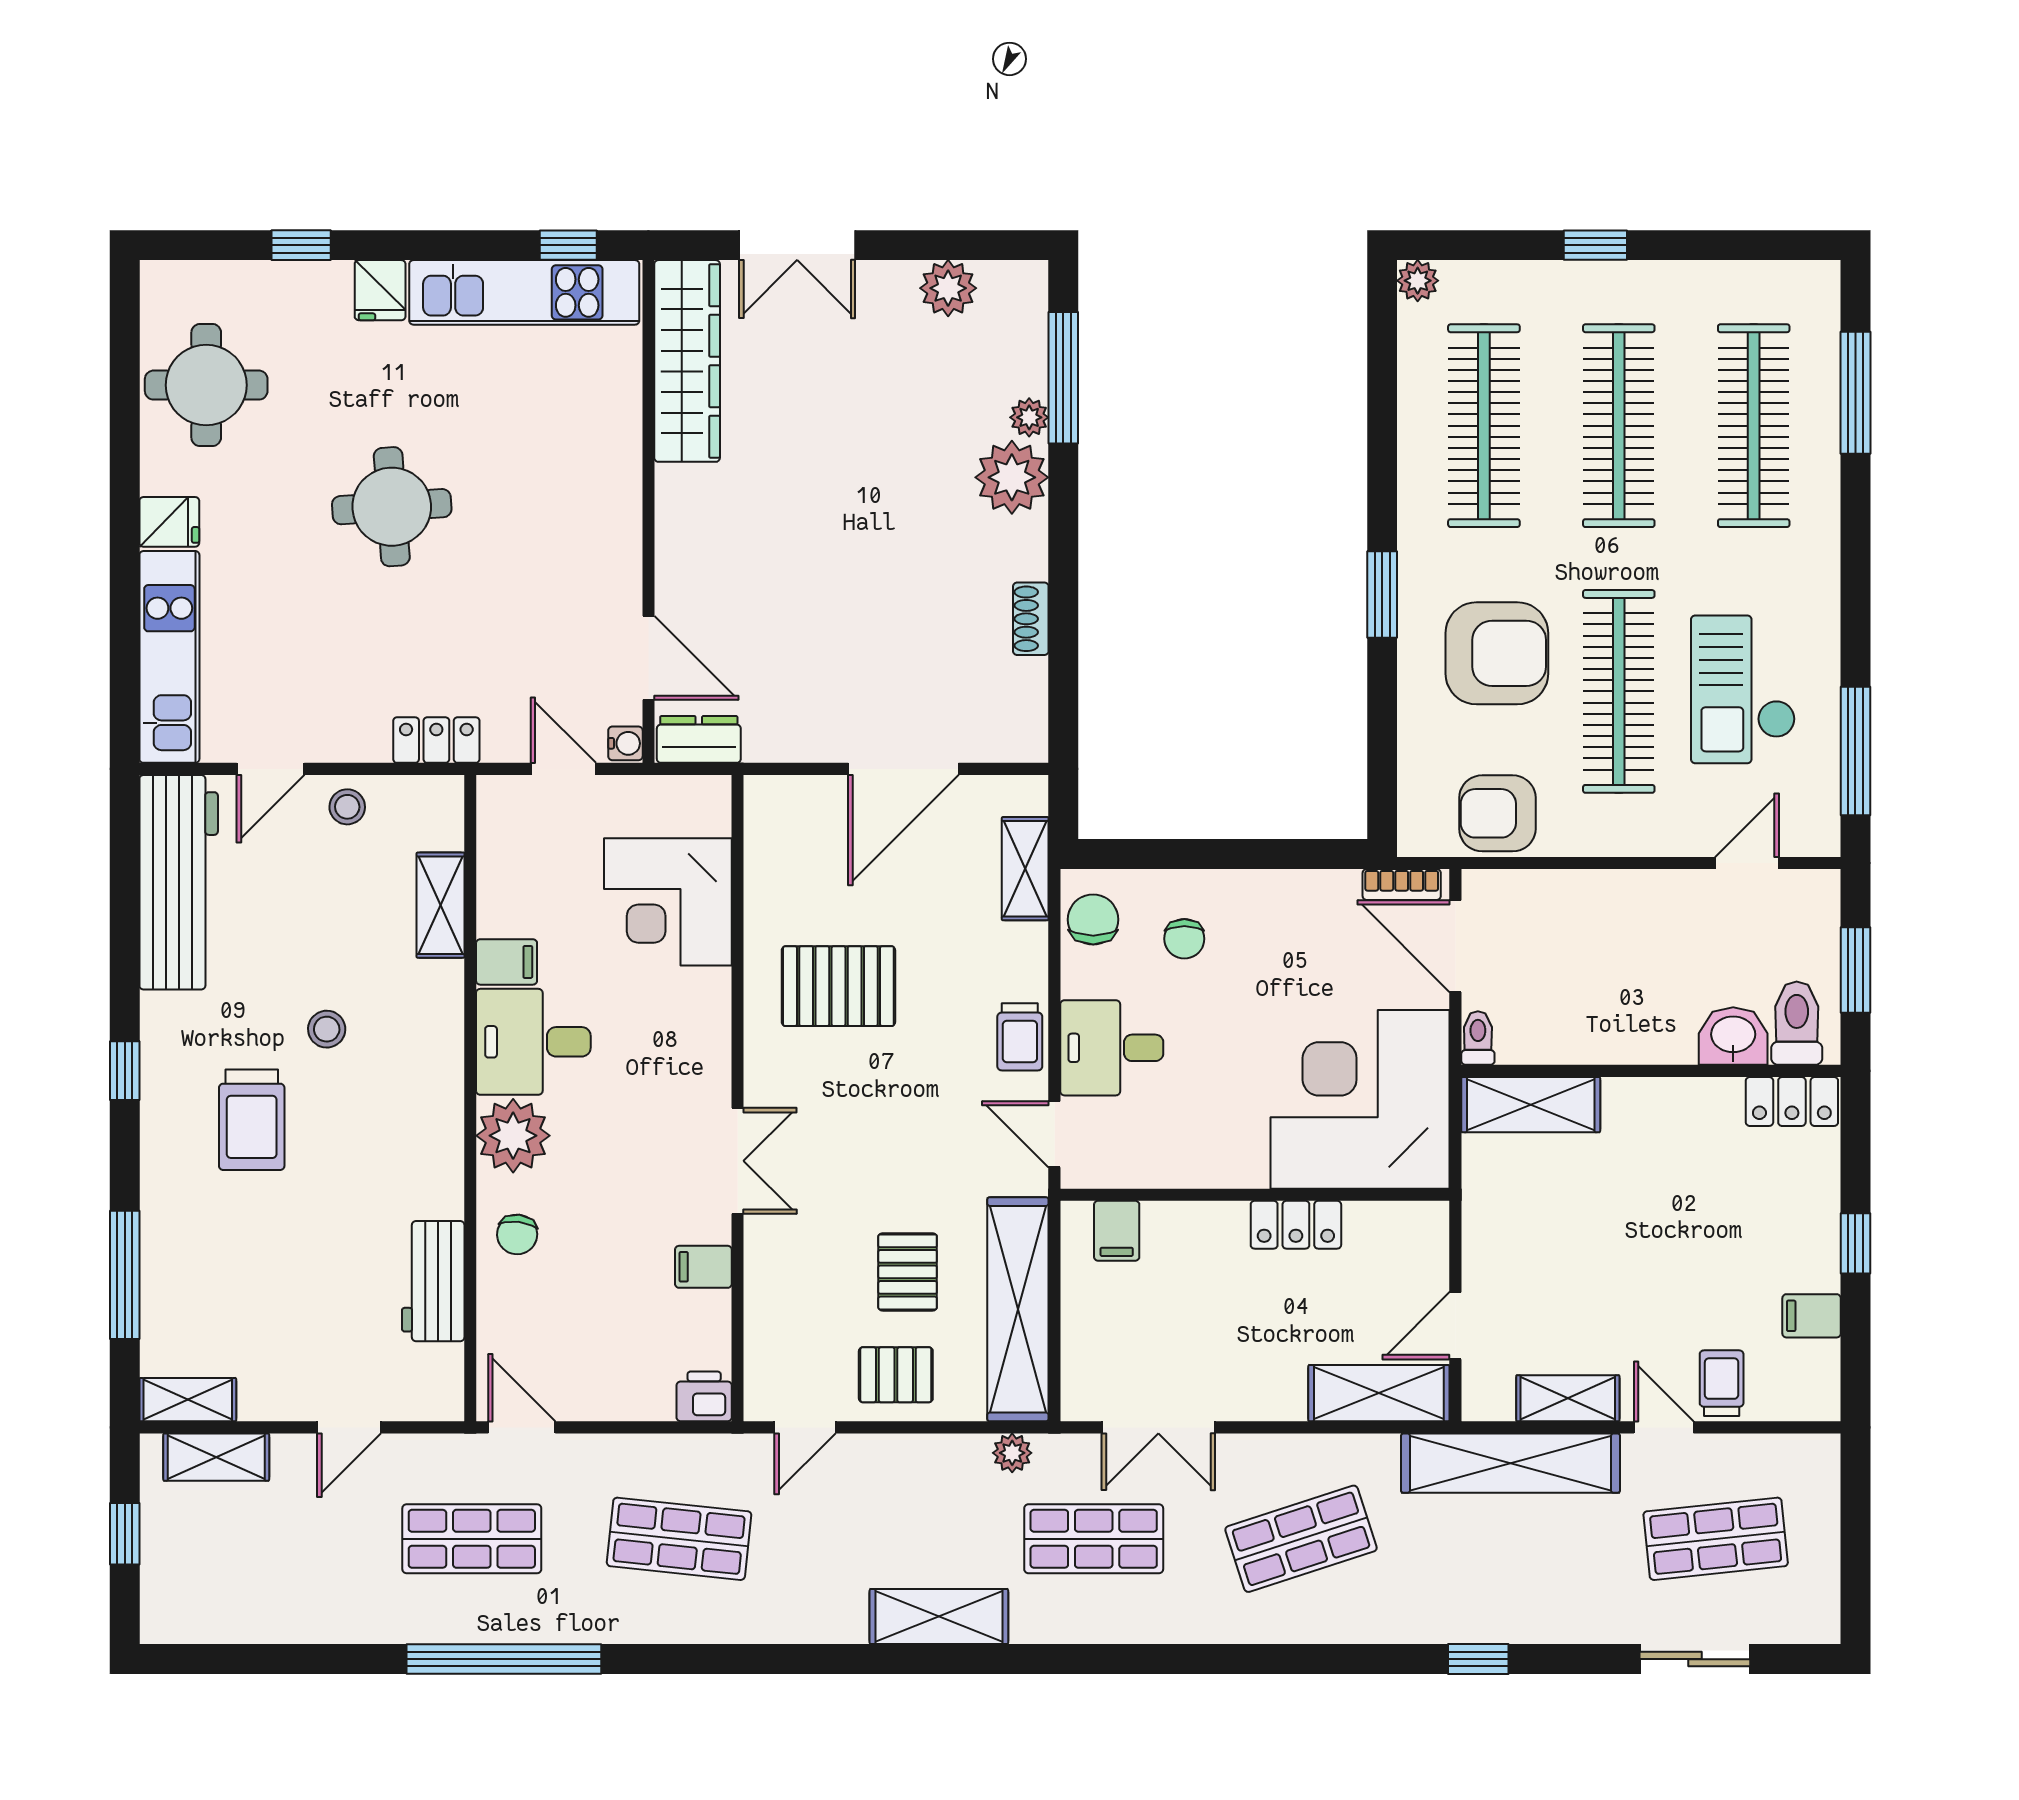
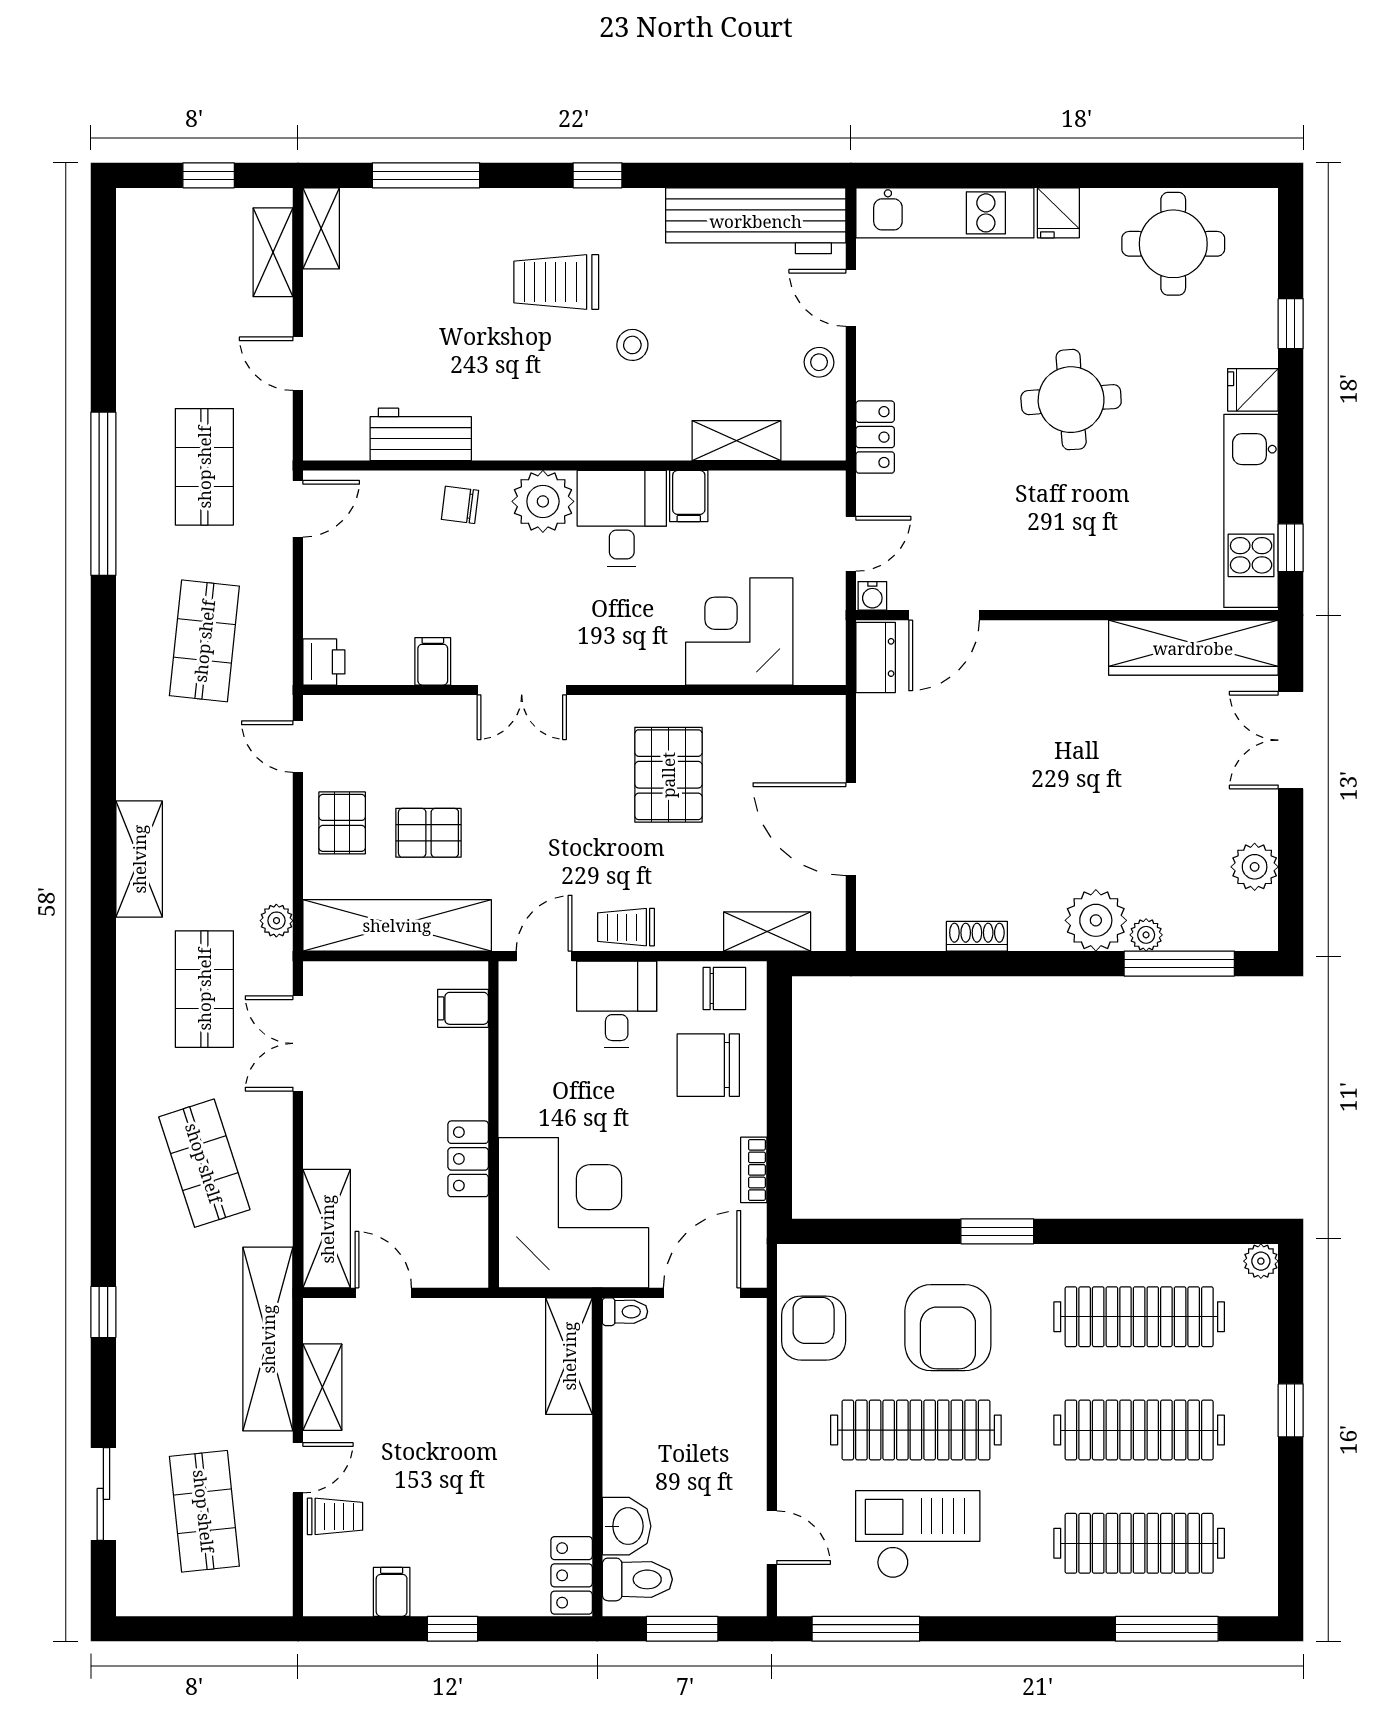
bookcase: (1402, 885) -> (754, 1170), moved
chair: (1184, 939) -> (708, 1065), width x1.87, depth x1.87

